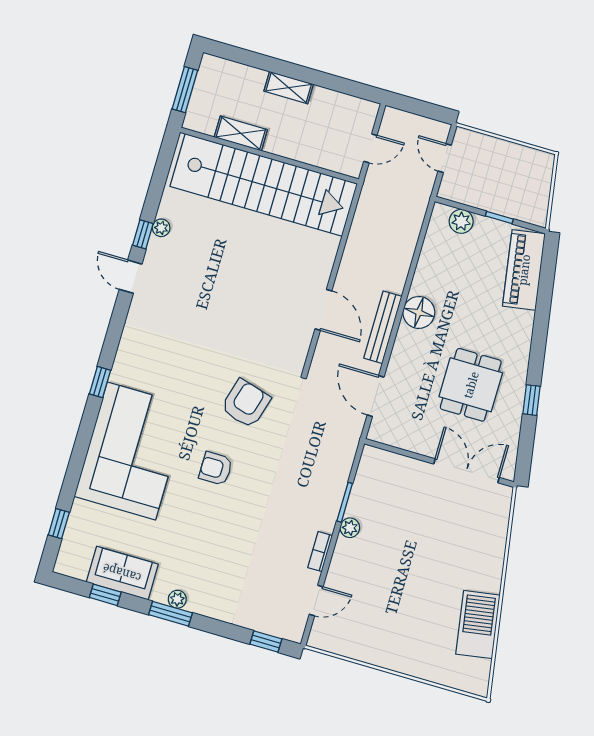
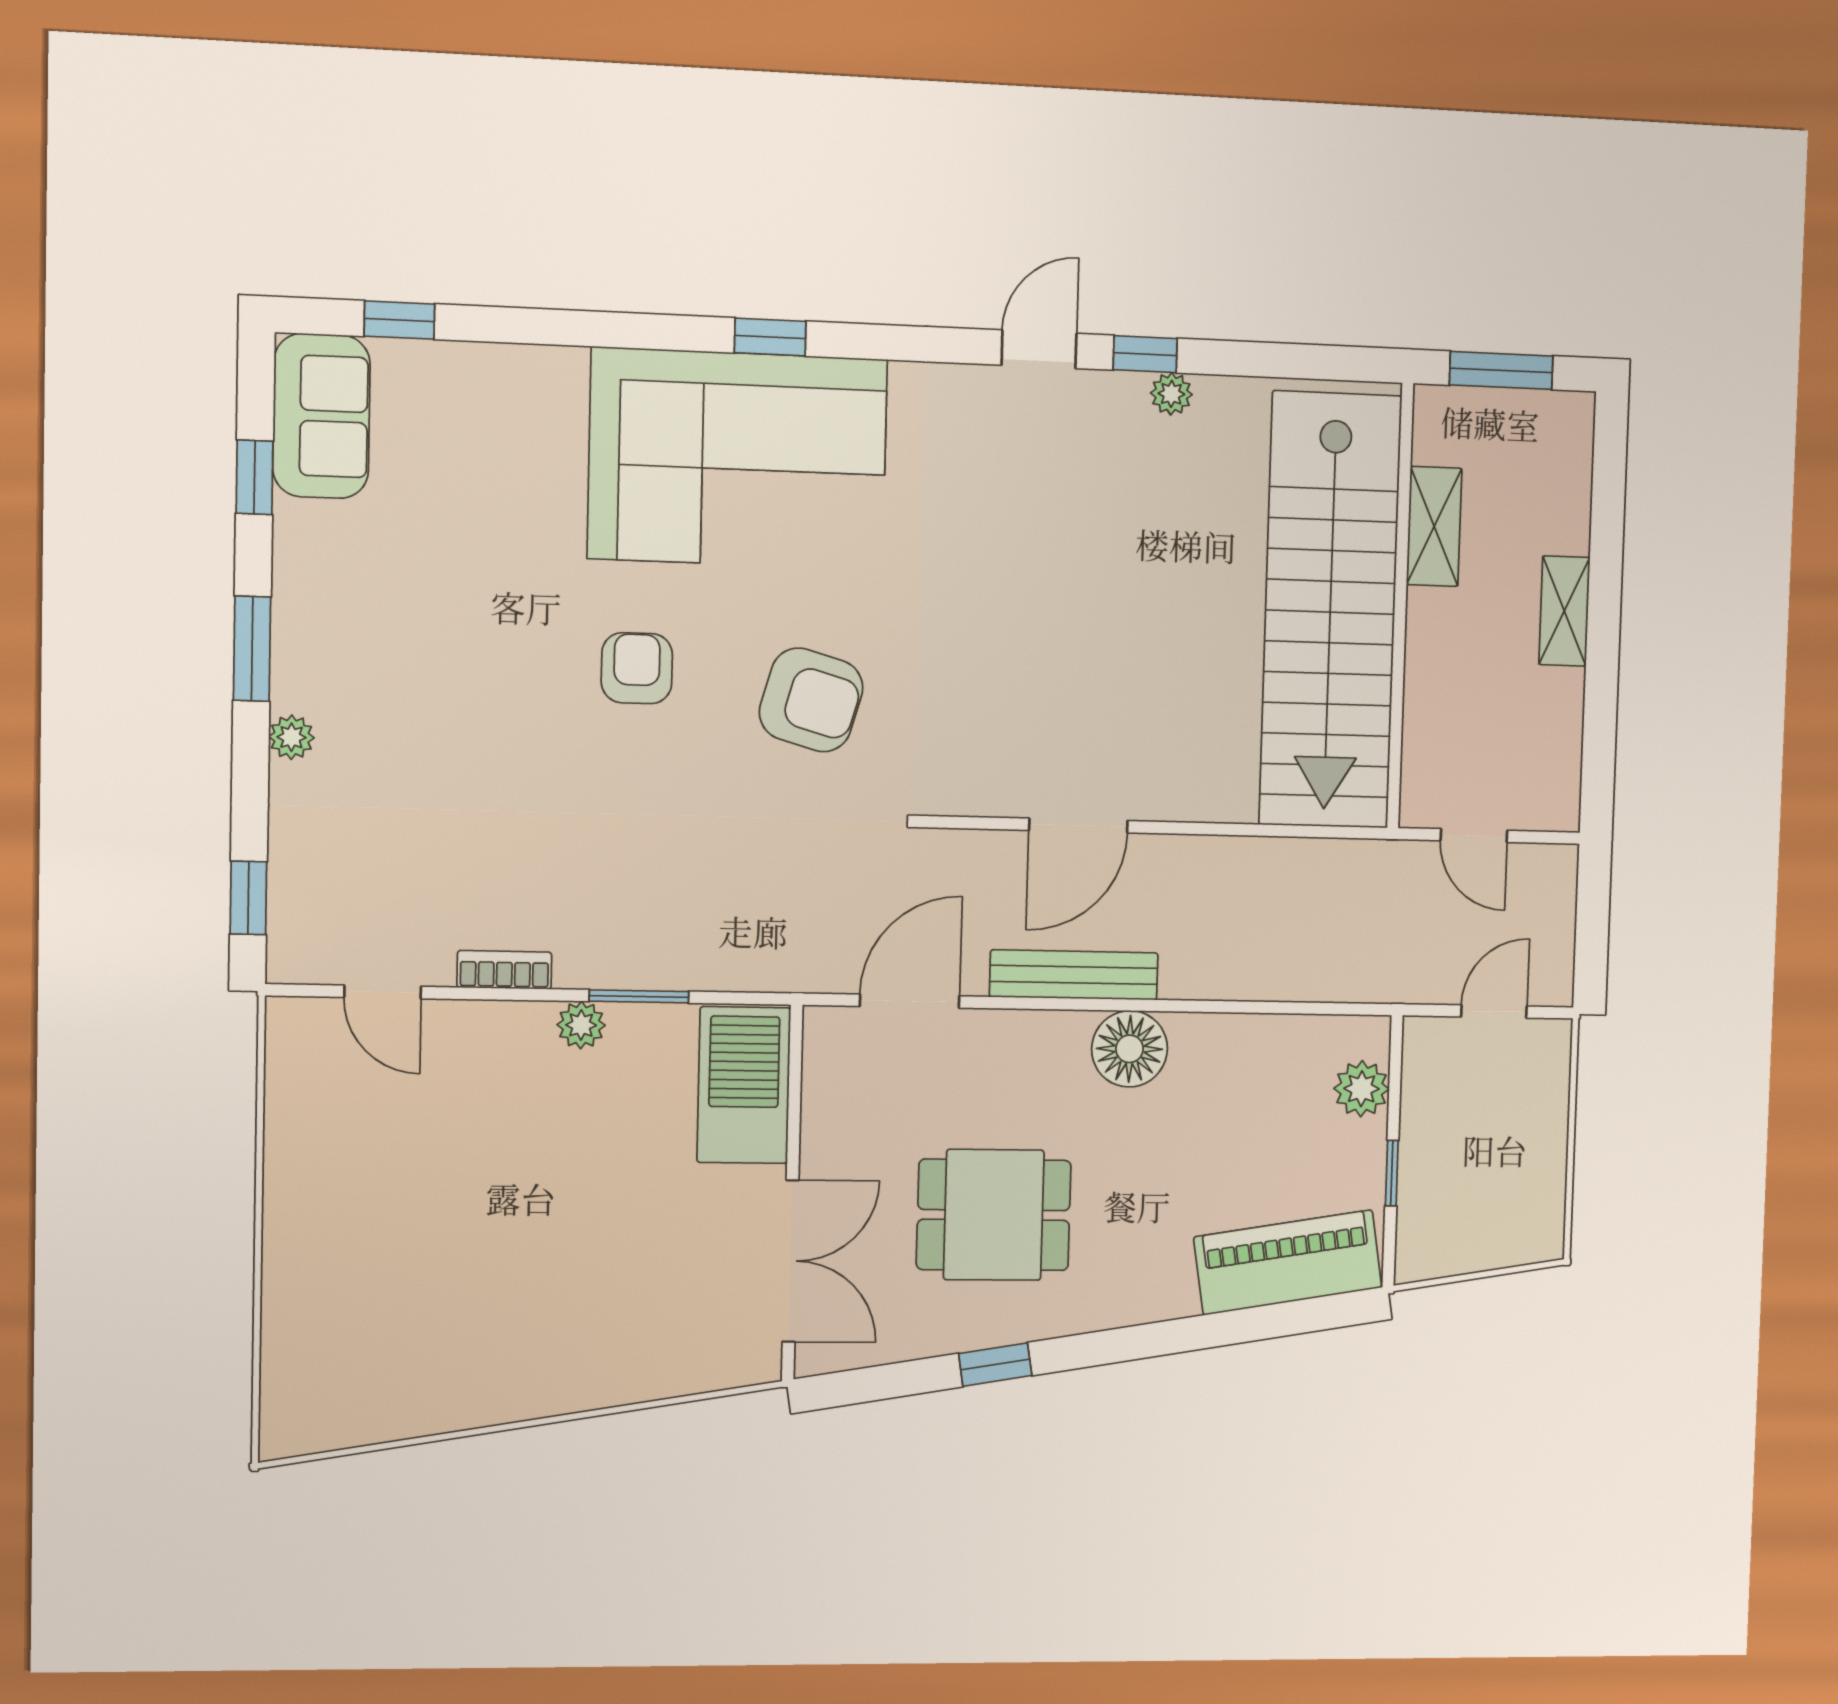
corner sofa: (131, 451) -> (738, 459), moved
sofa: (122, 573) -> (321, 416), moved
plant: (177, 599) -> (291, 737), moved
barbecue: (478, 625) -> (744, 1085), moved, turned -81

